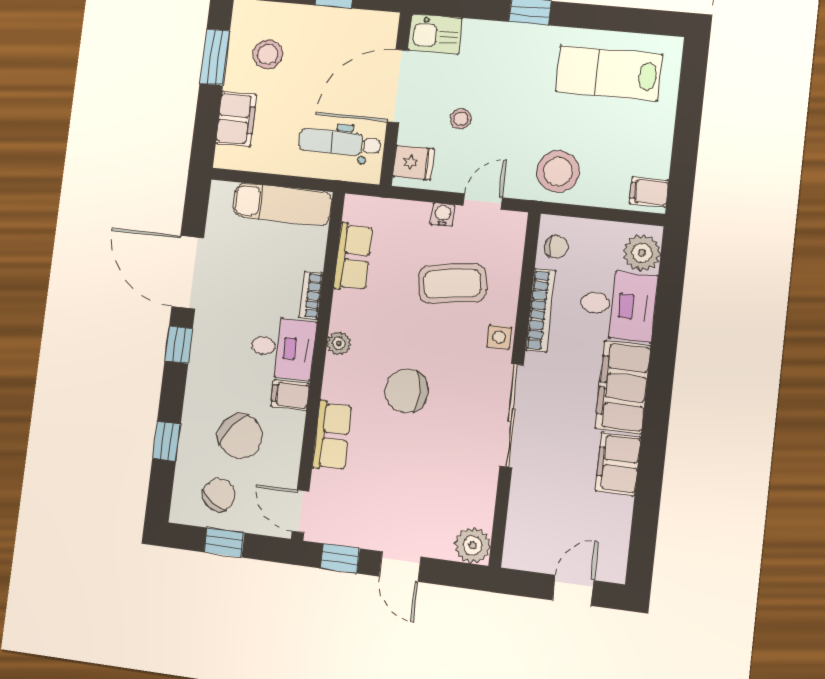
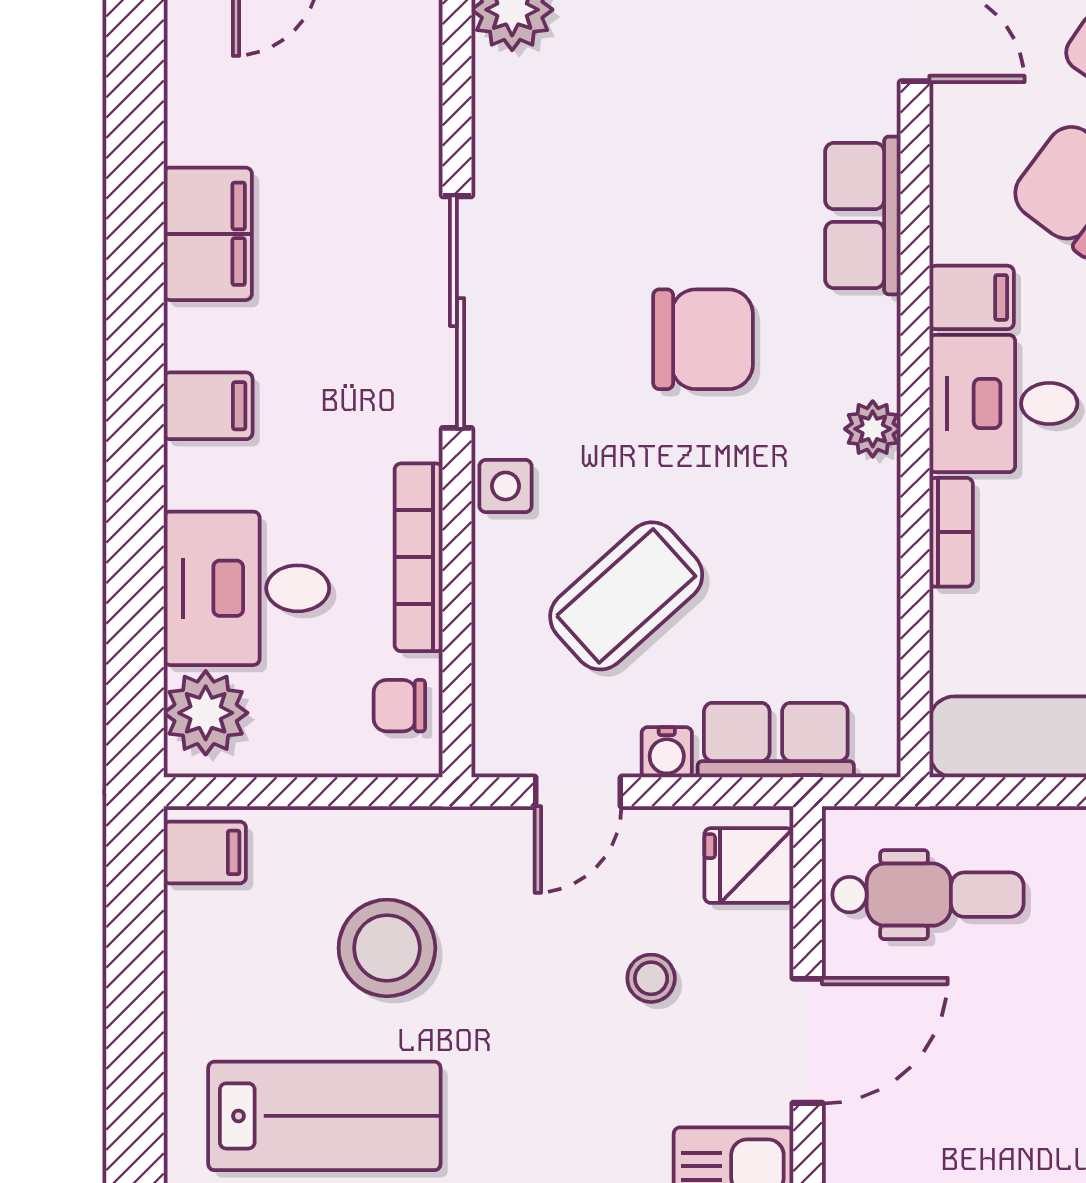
door: (397, 86) -> (808, 1041), width x0.73
stool: (558, 171) -> (387, 948), moved
row of seats: (353, 257) -> (776, 740), moved, turned 90
coffee table: (452, 284) -> (626, 596), turned -33
filing cabinet: (623, 387) -> (208, 406), width x0.33, depth x0.86

